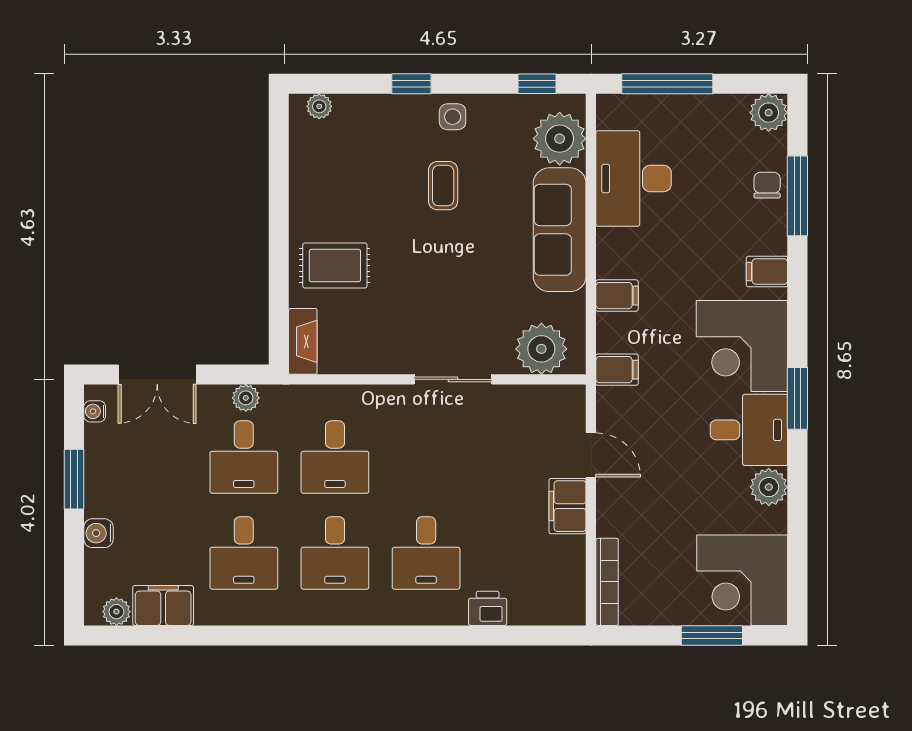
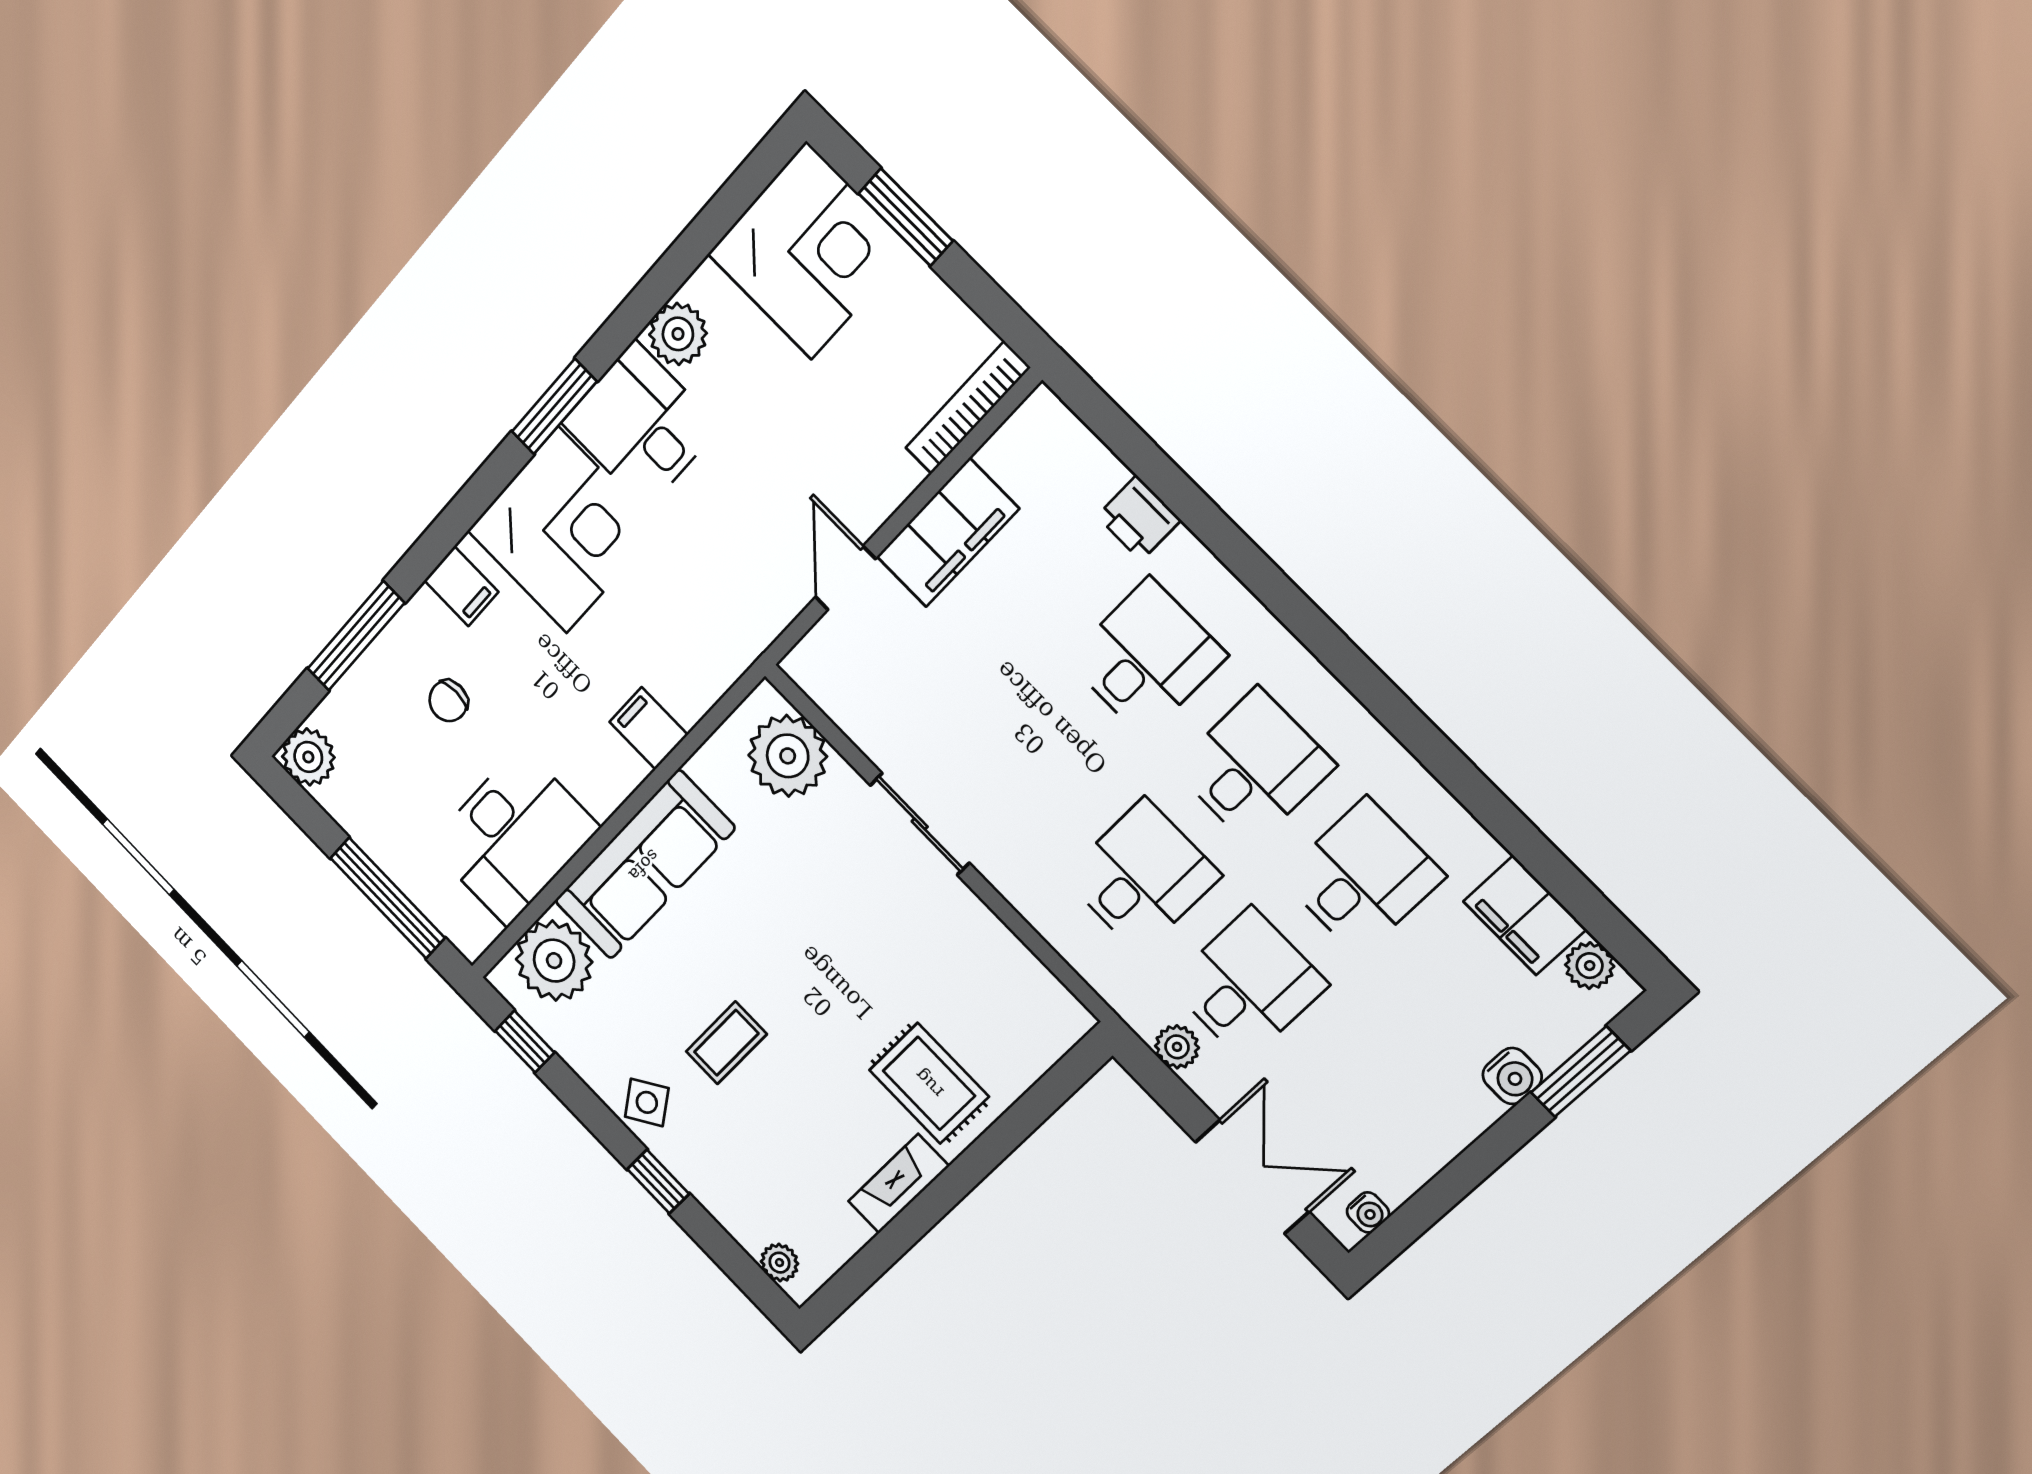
side table: (453, 117) -> (647, 1102), turned -34
chair: (767, 185) -> (448, 701), moved
fireplace: (303, 341) -> (899, 1184), moved
filing cabinet: (617, 370) -> (725, 646), removed
window: (74, 479) -> (1581, 1072), moved
filing cabinet: (568, 506) -> (948, 533), width x1.50, depth x1.17

